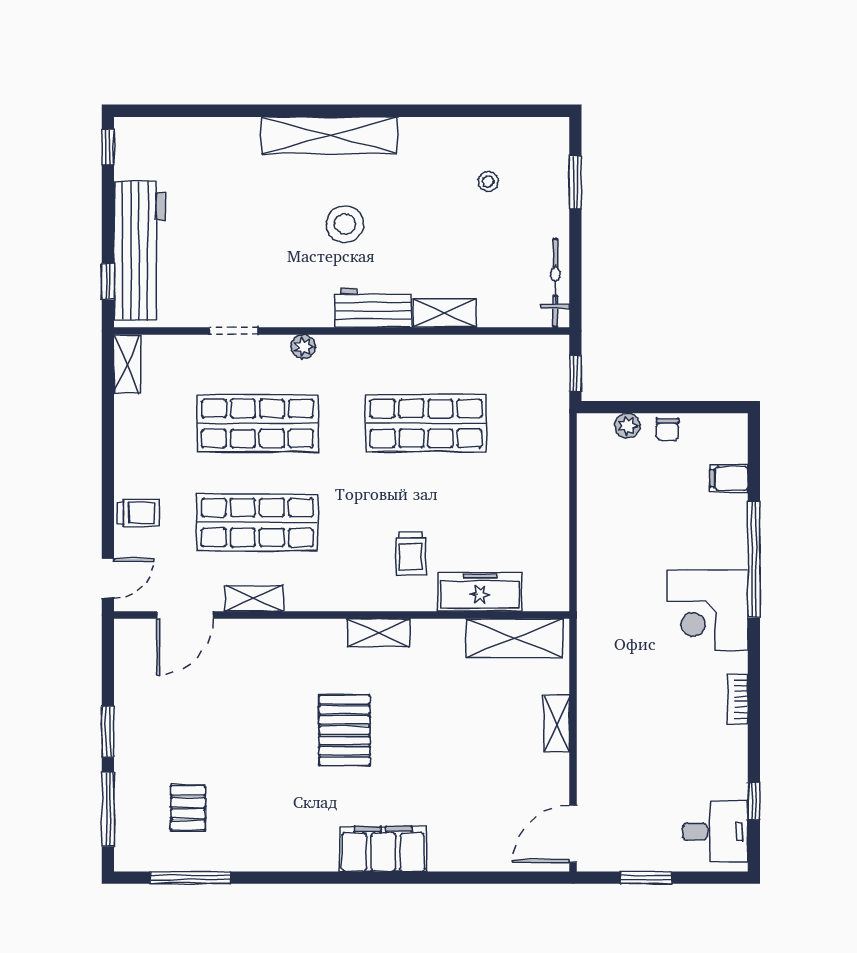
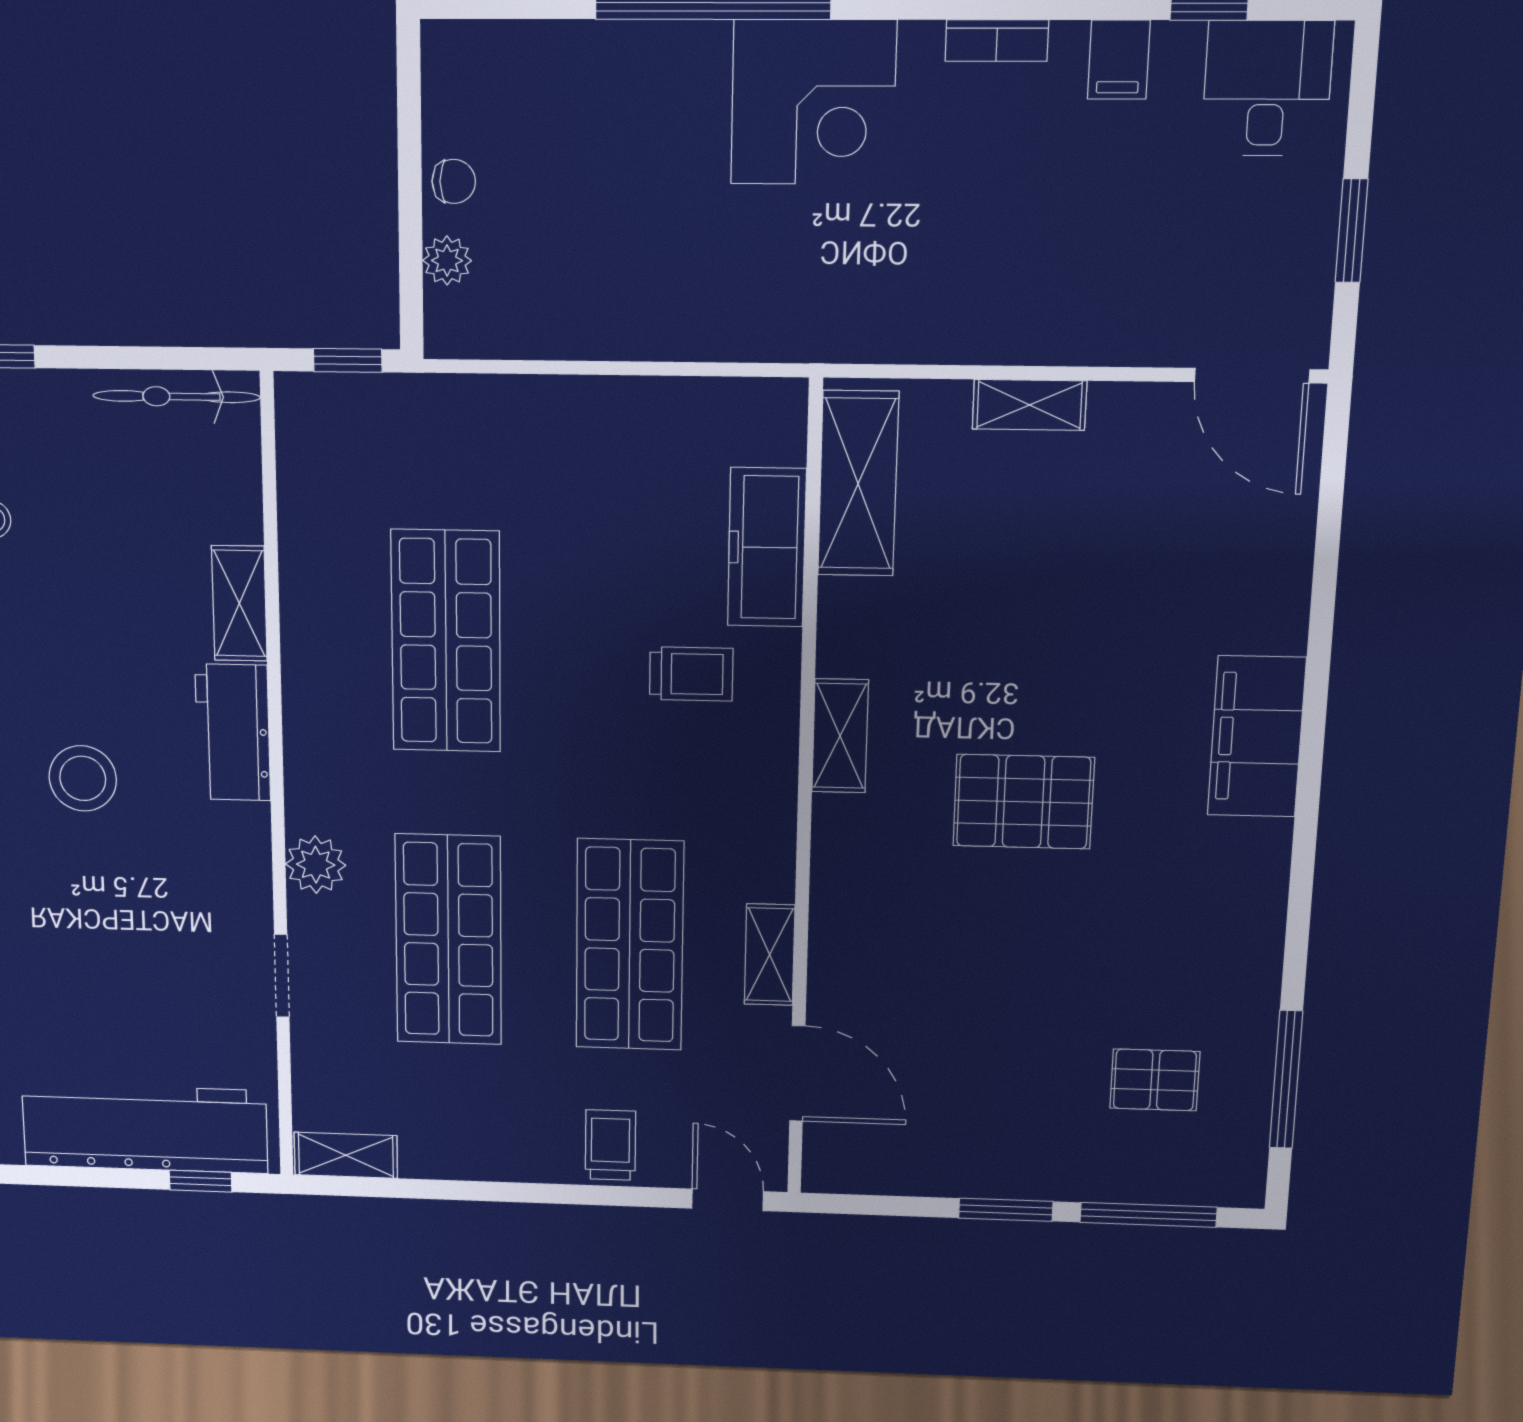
plant: (303, 347) -> (316, 865), width x1.38, depth x1.38
filing cabinet: (729, 478) -> (1119, 60), moved

